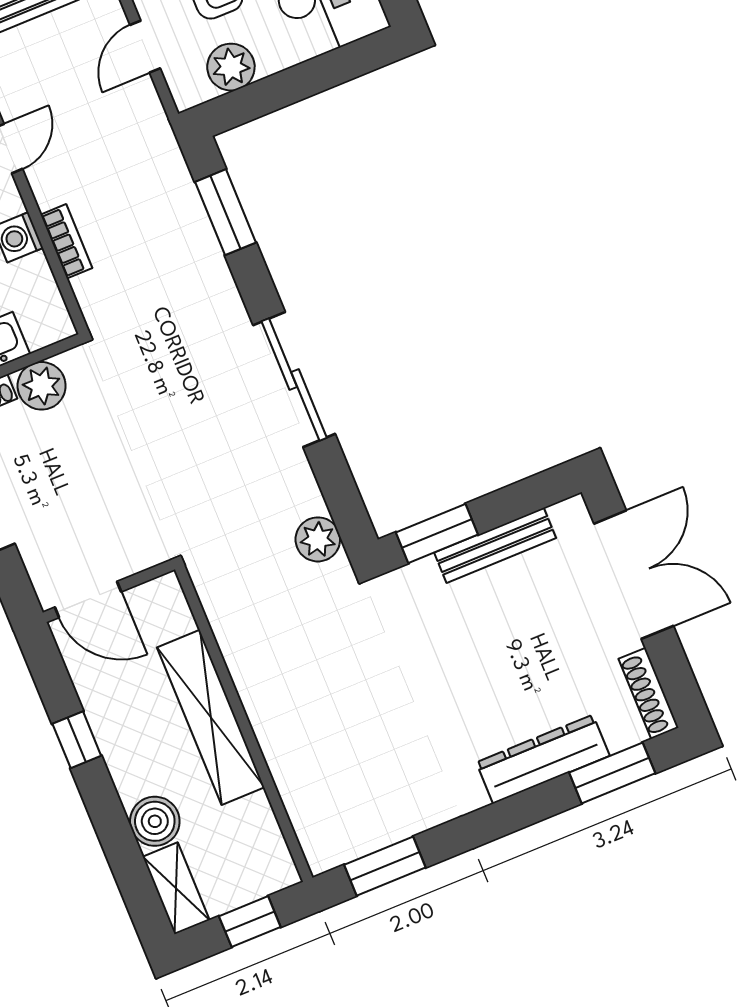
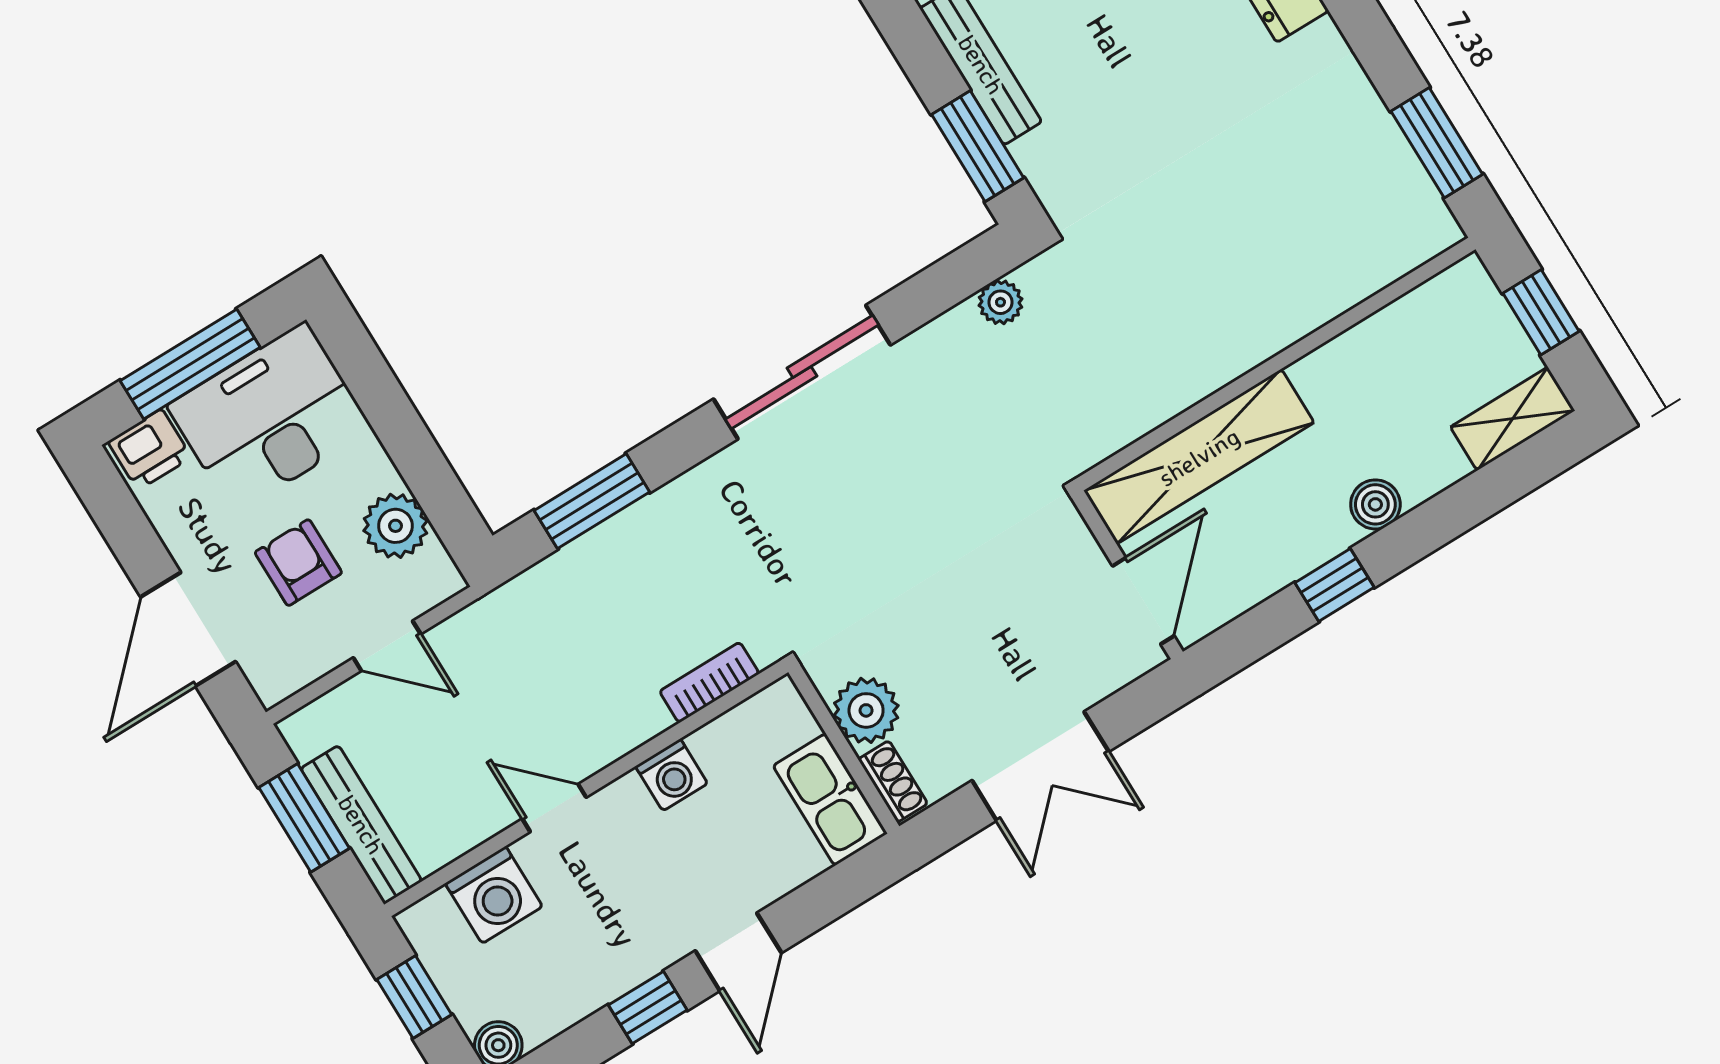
bookcase: (66, 241) -> (709, 682), moved
plant: (318, 539) -> (1000, 302), width x0.73, depth x0.73
shelving: (211, 717) -> (1199, 457), moved
boiler: (155, 821) -> (1375, 504), moved, width x0.73, depth x0.73

